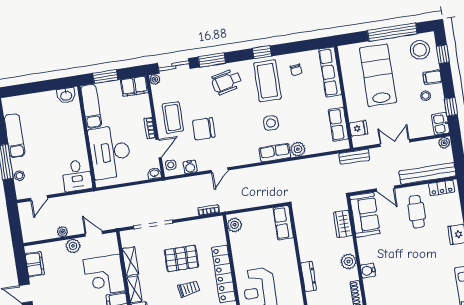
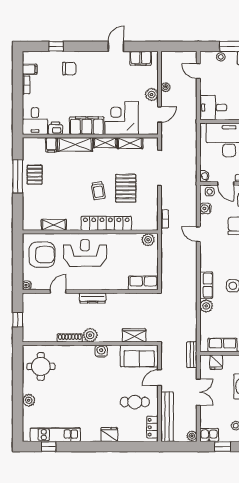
plant: (349, 261) -> (90, 335), moved
water cooler: (368, 271) -> (101, 351), moved

